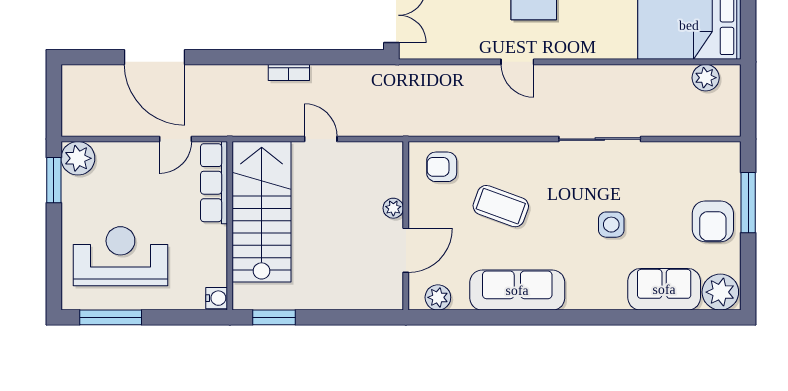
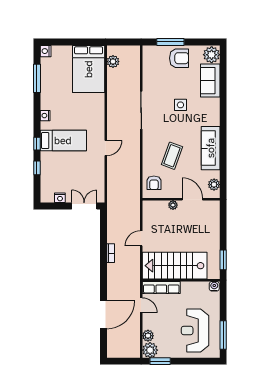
plant: (109, 154) -> (148, 336), added

